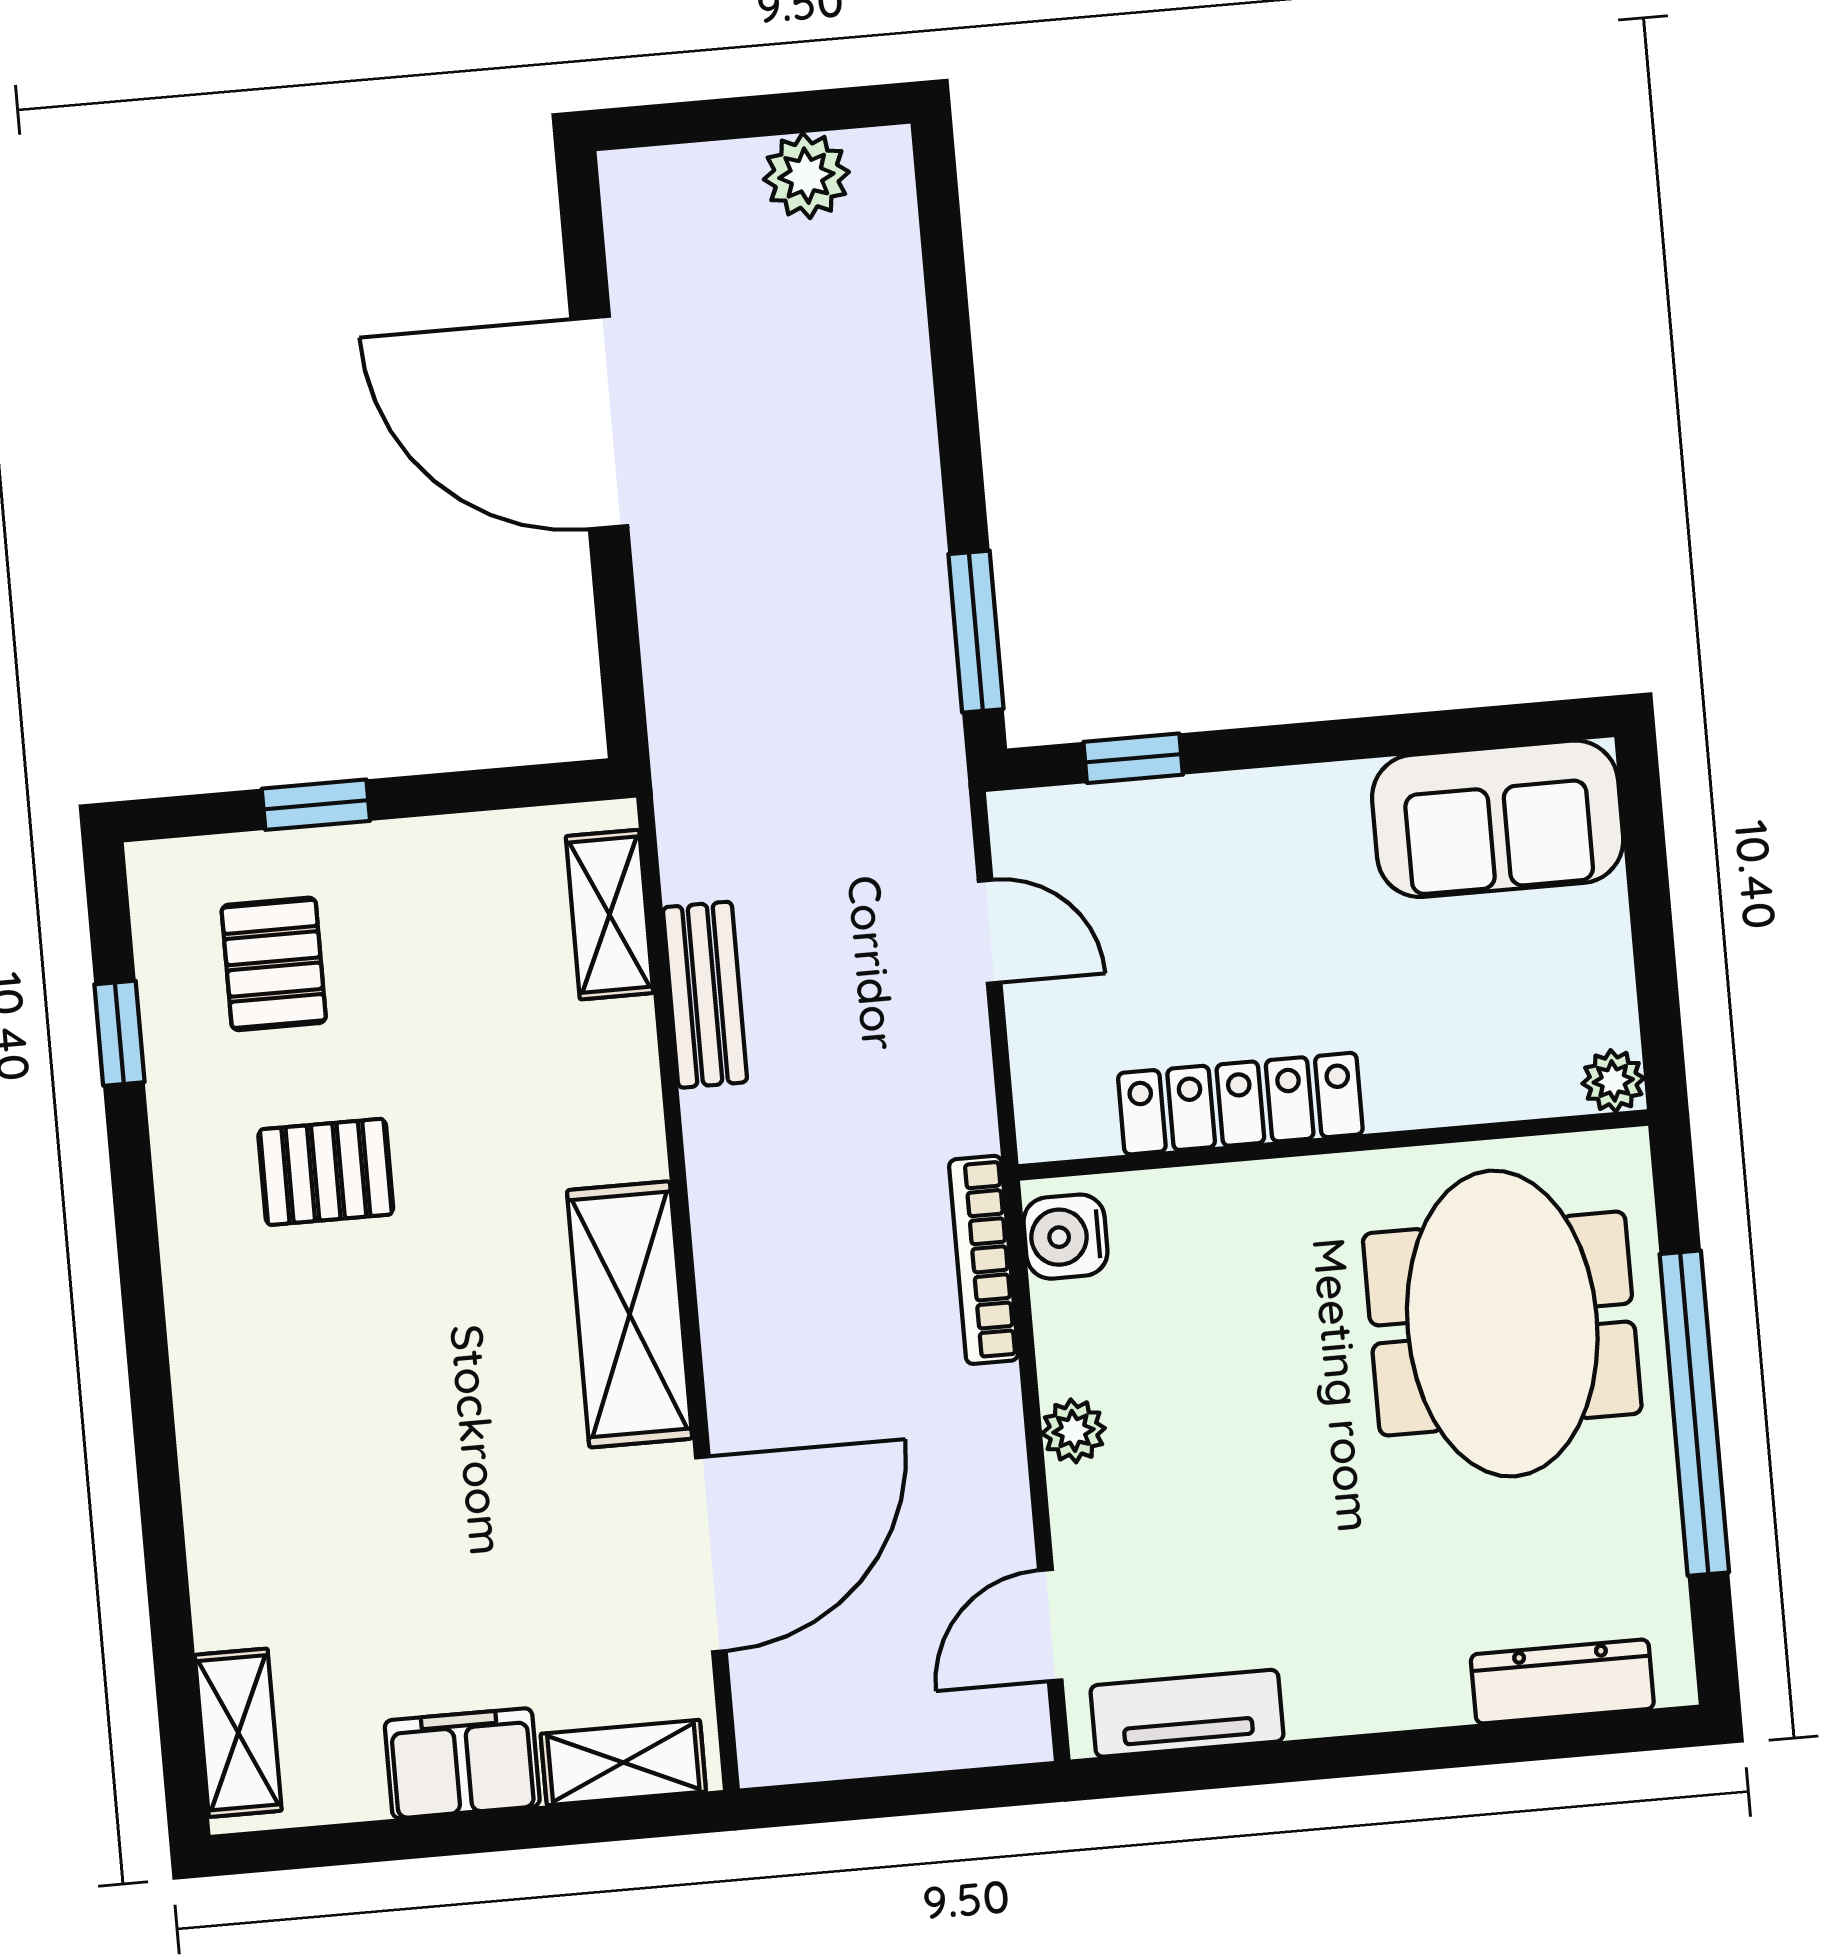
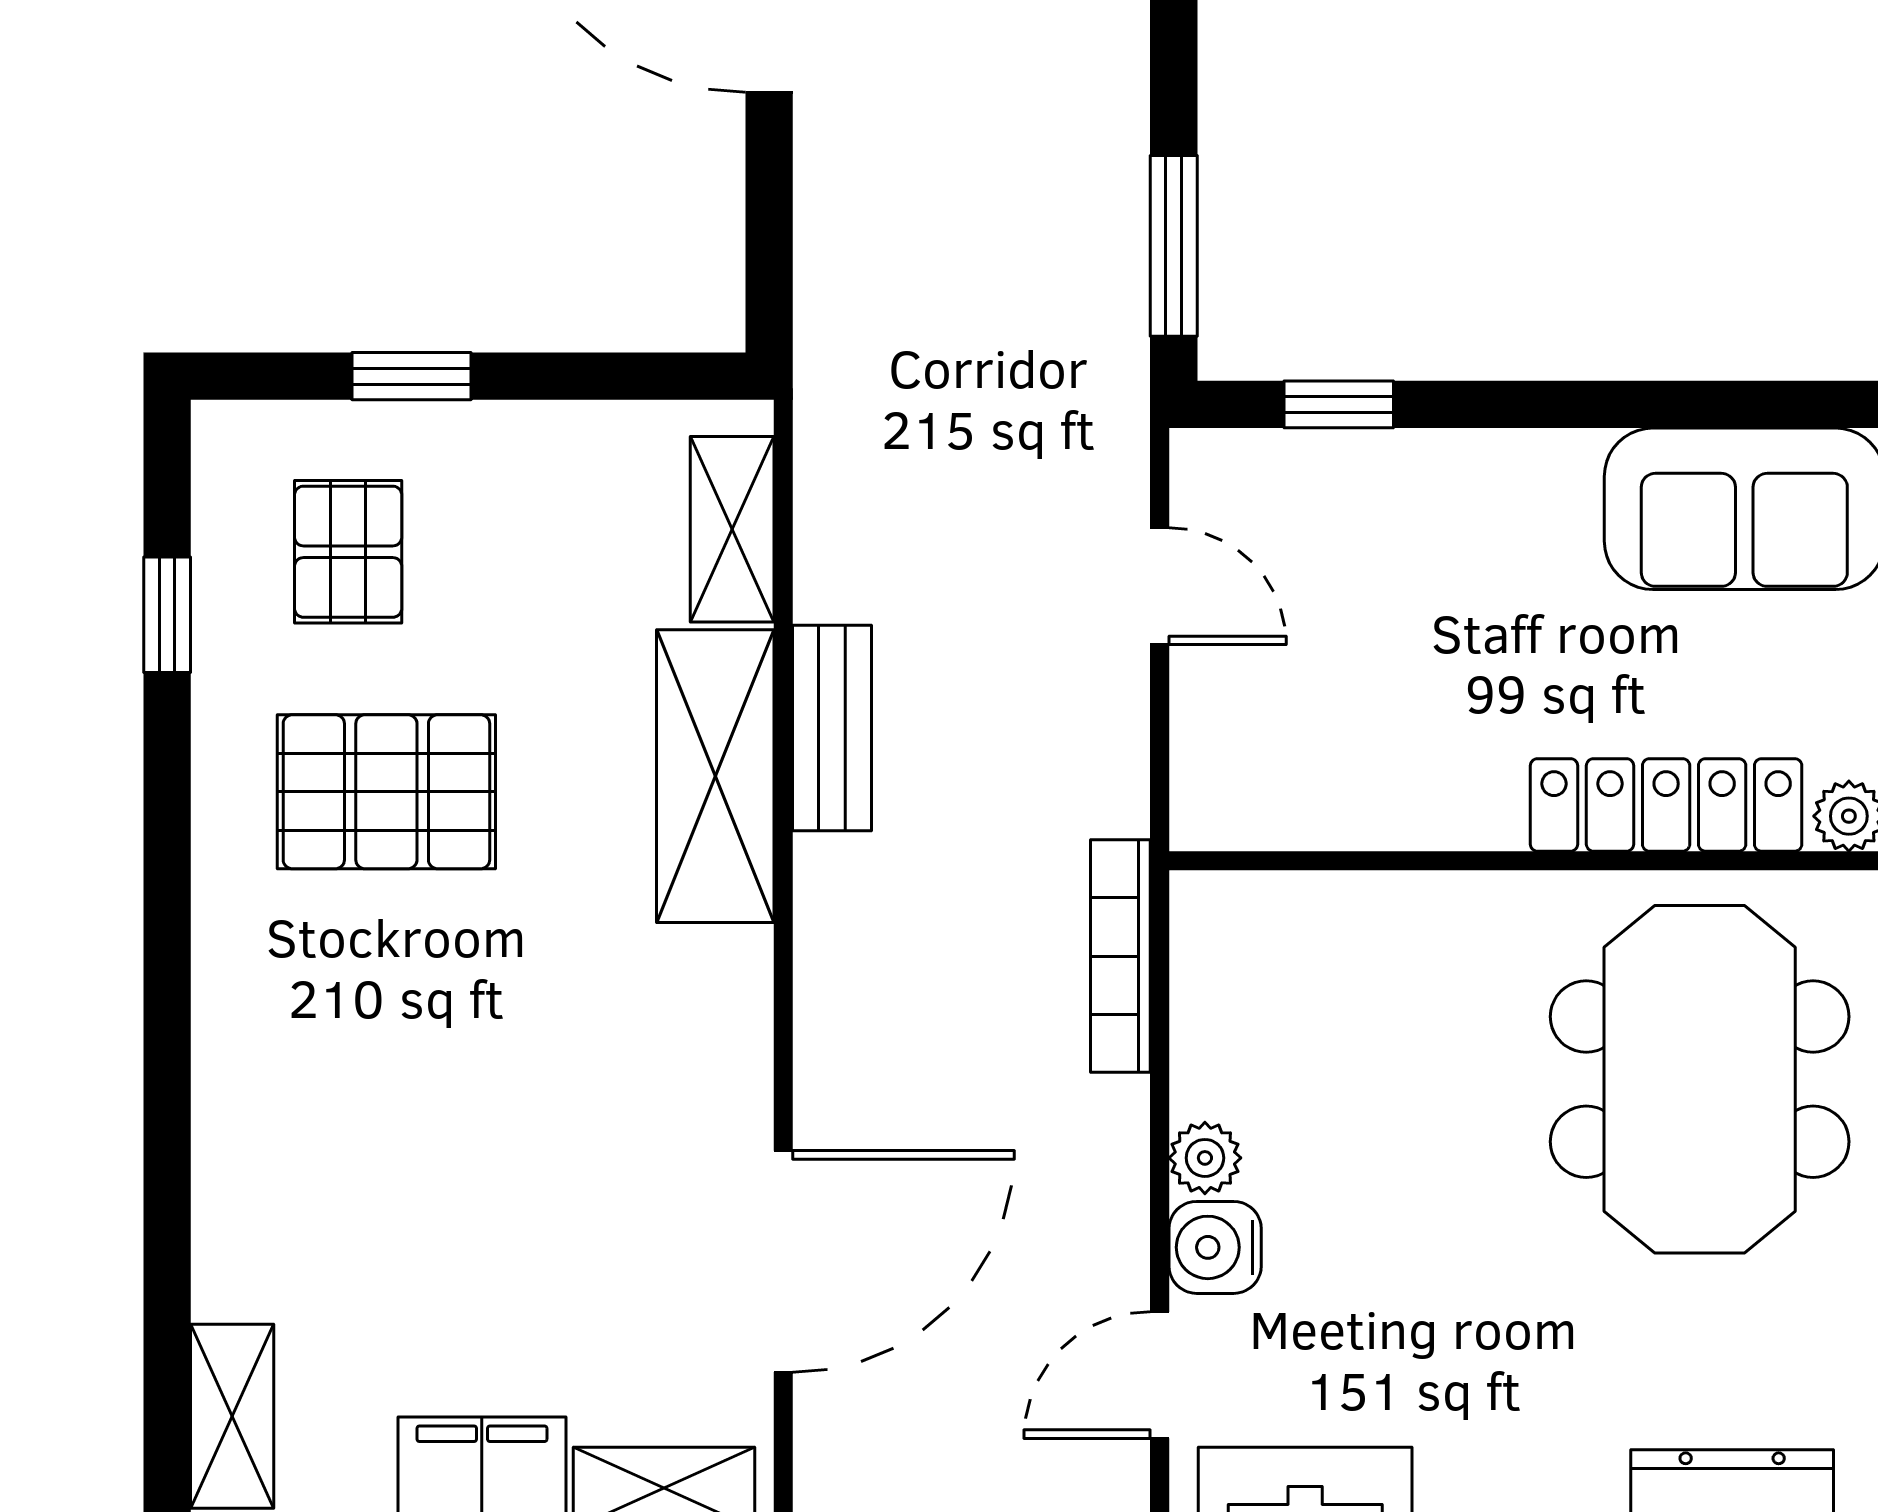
bench: (705, 995) -> (832, 728), moved
locker: (1240, 1104) -> (1666, 805), moved
pallet: (326, 1172) -> (386, 792), width x1.50, depth x1.42
water cooler: (1066, 1237) -> (1215, 1247), moved
shelving: (630, 1314) -> (715, 776), moved

